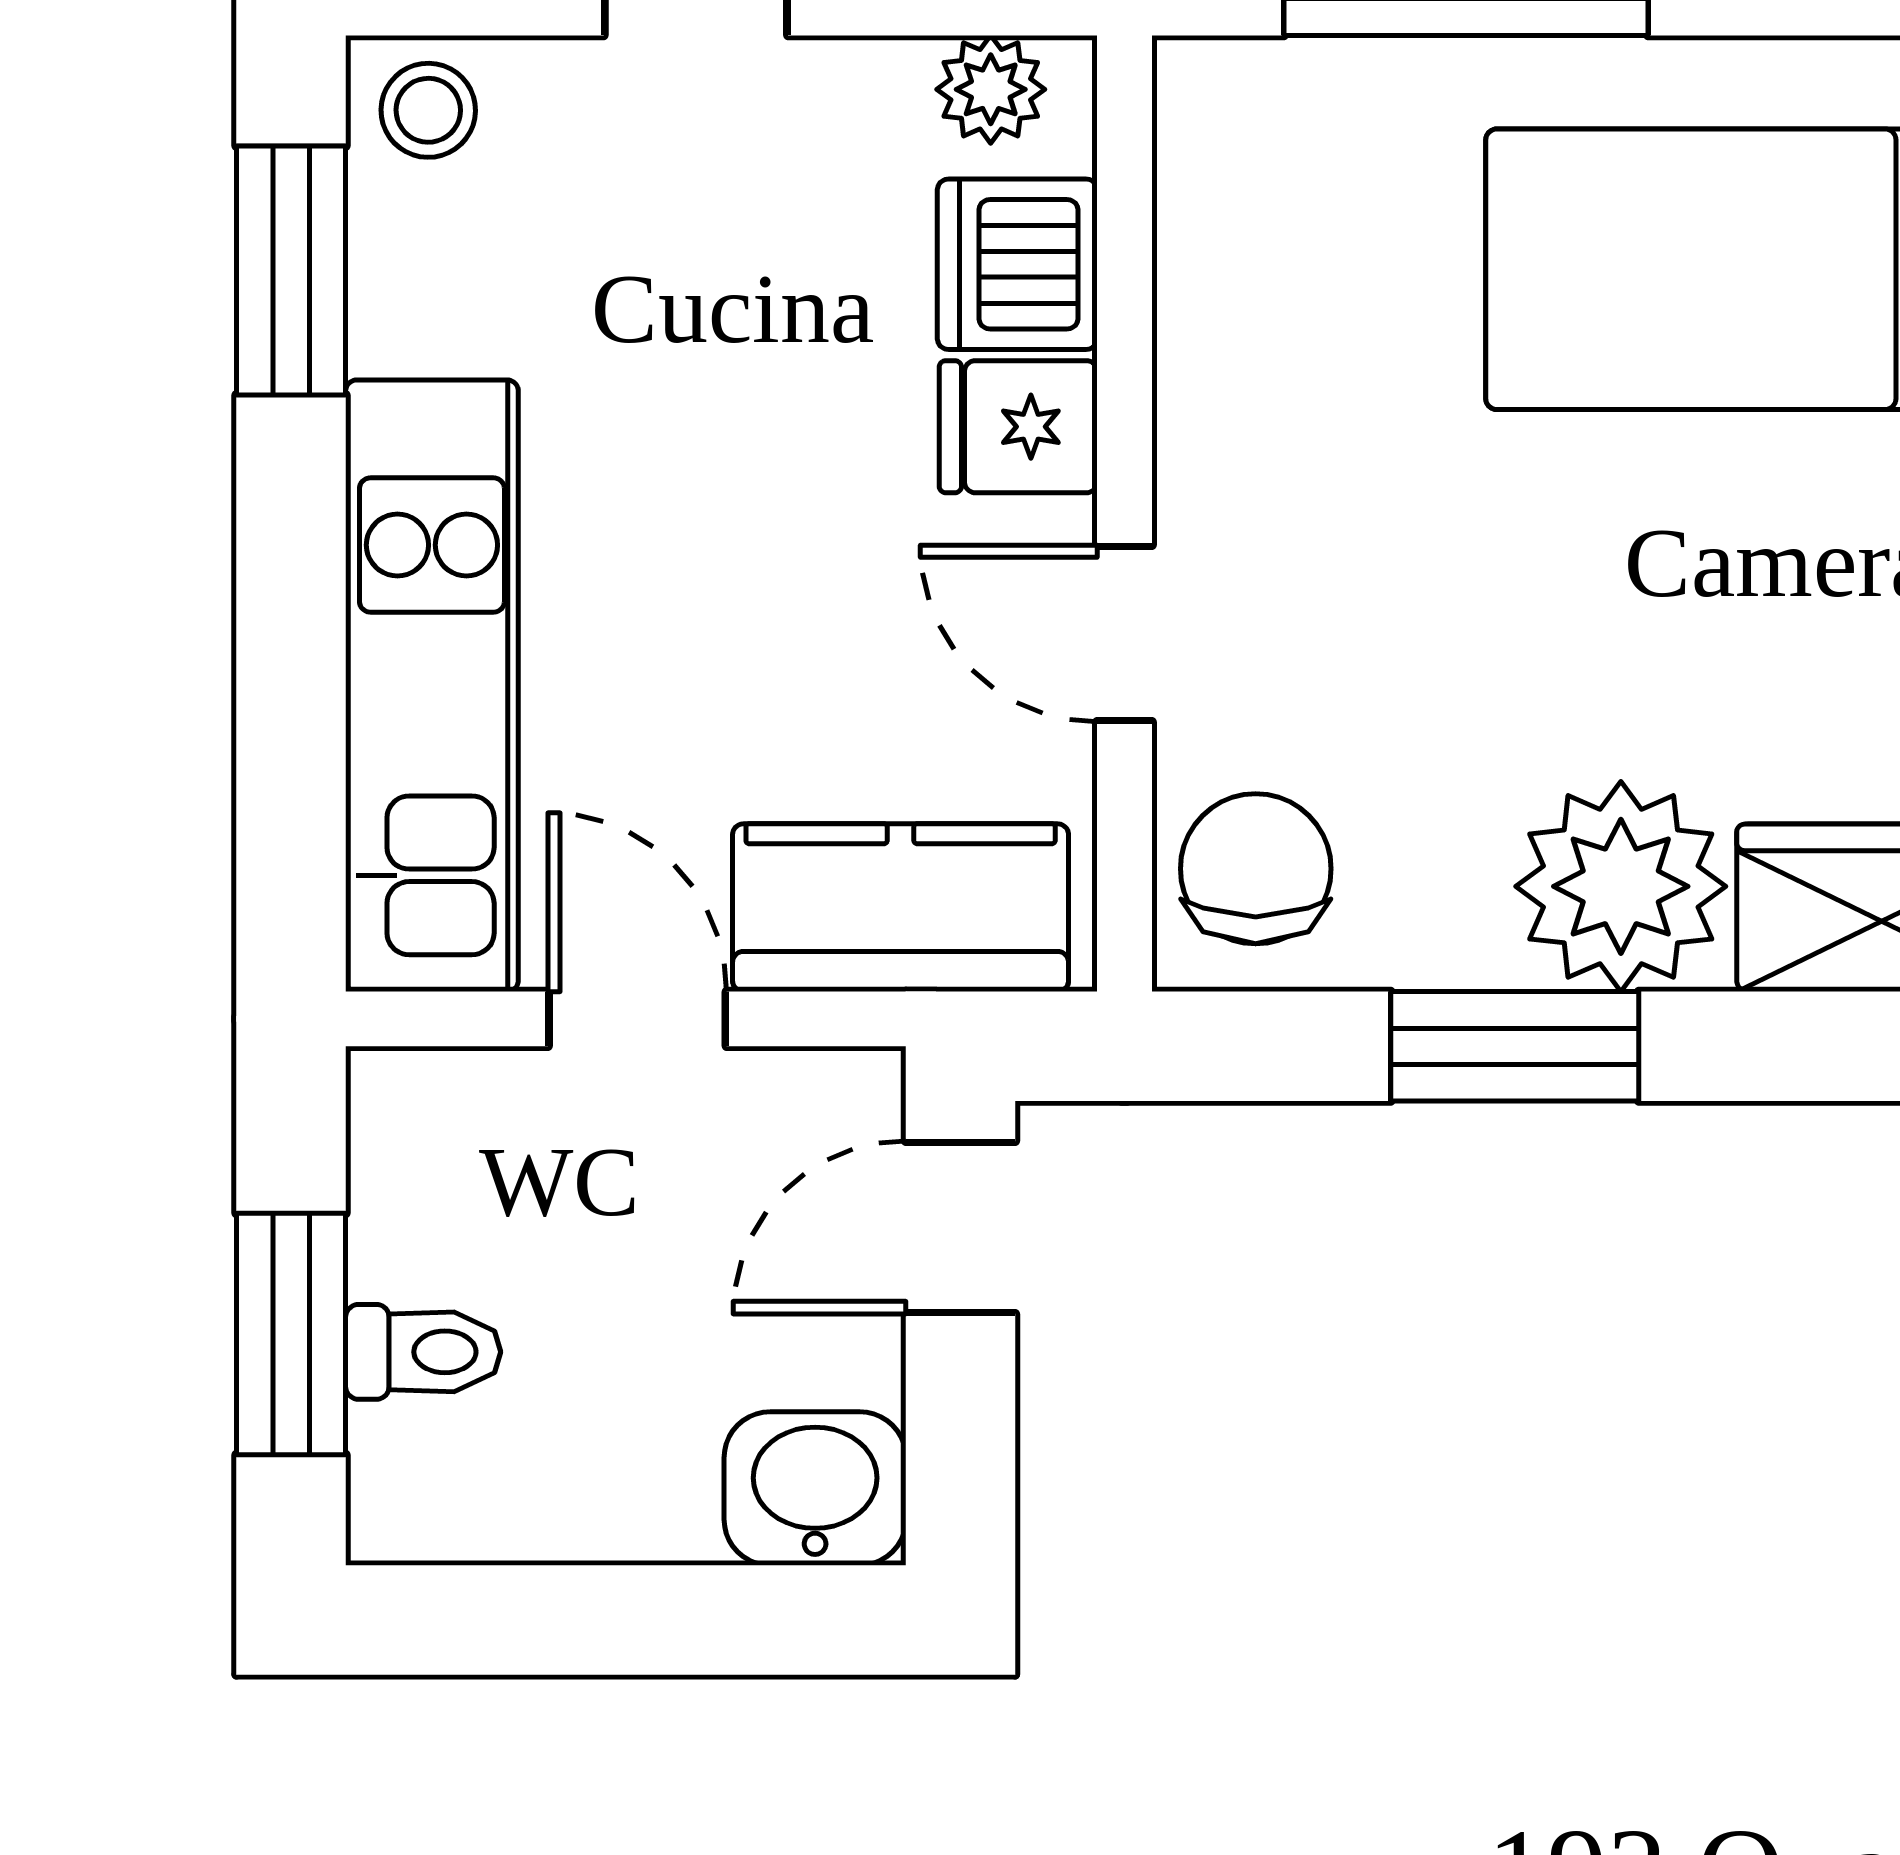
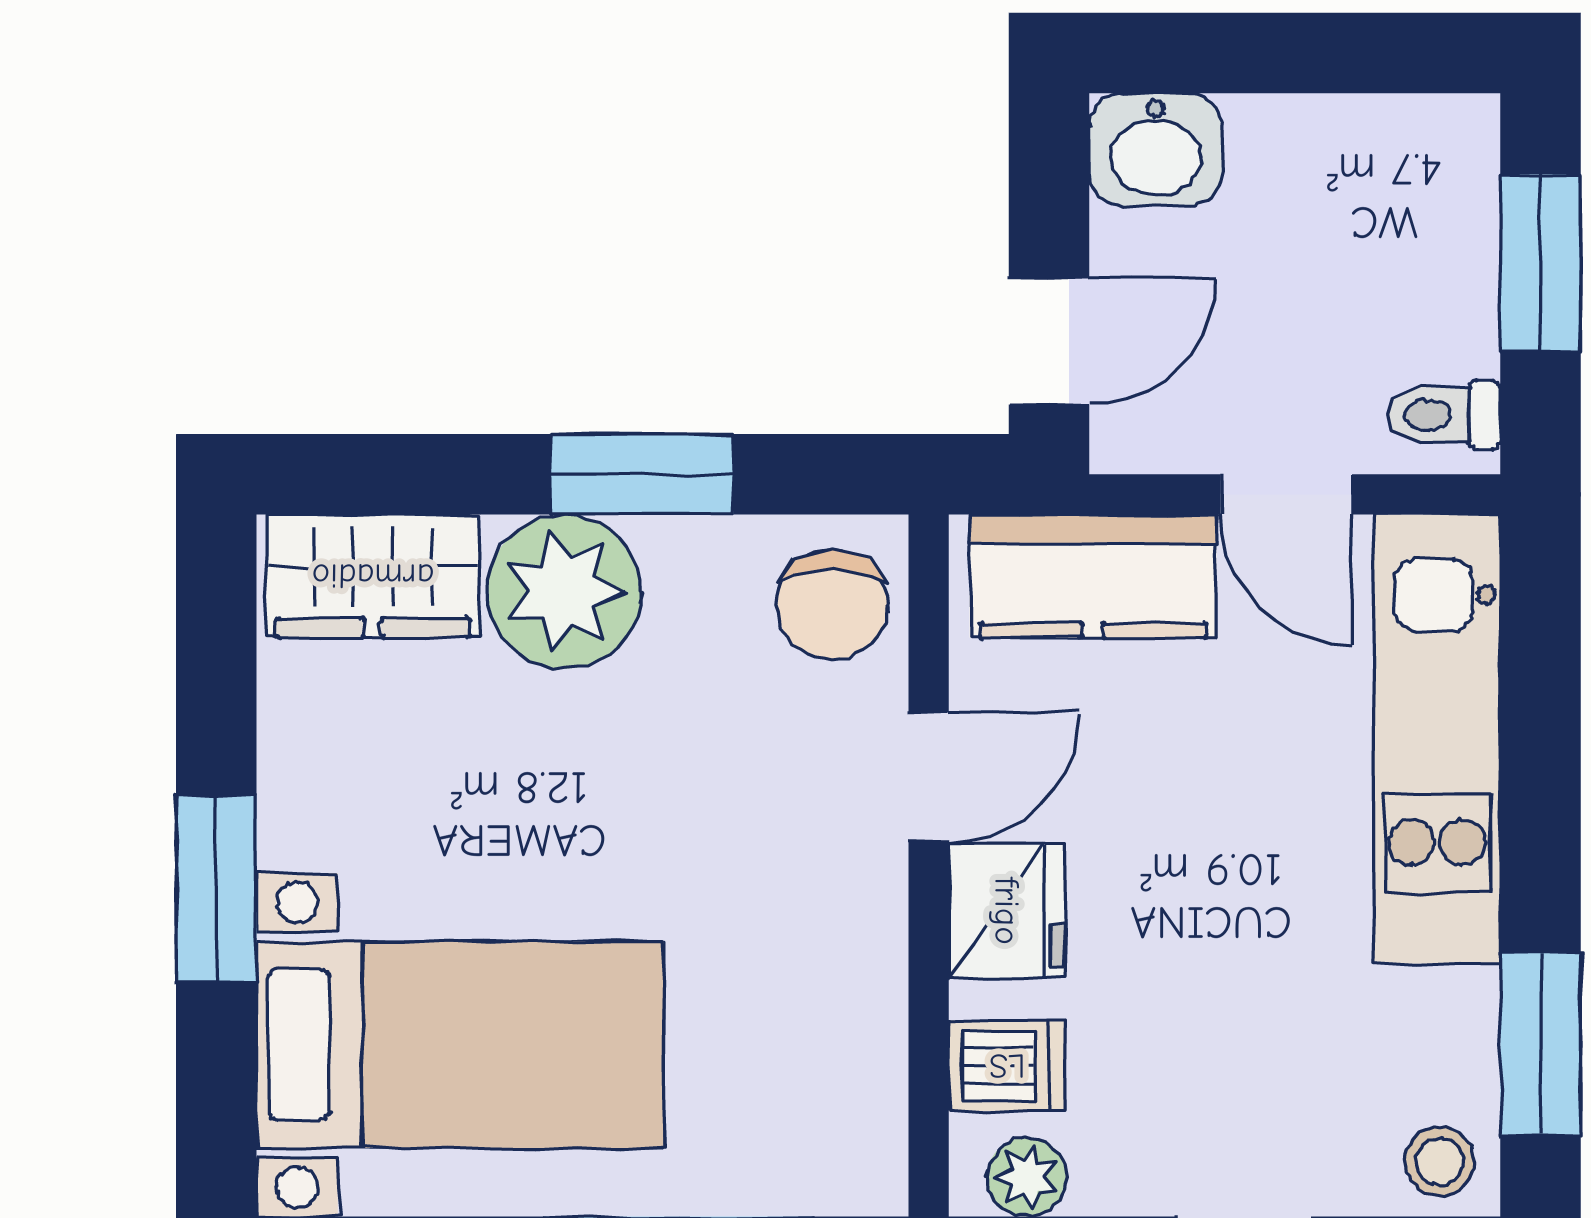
dishwasher: (1017, 264) -> (1007, 1066), width x0.73
fridge: (1018, 427) -> (1007, 911), width x1.38
door: (1124, 634) -> (929, 777), hinge flipped
toilet: (423, 1352) -> (1444, 415), moved

